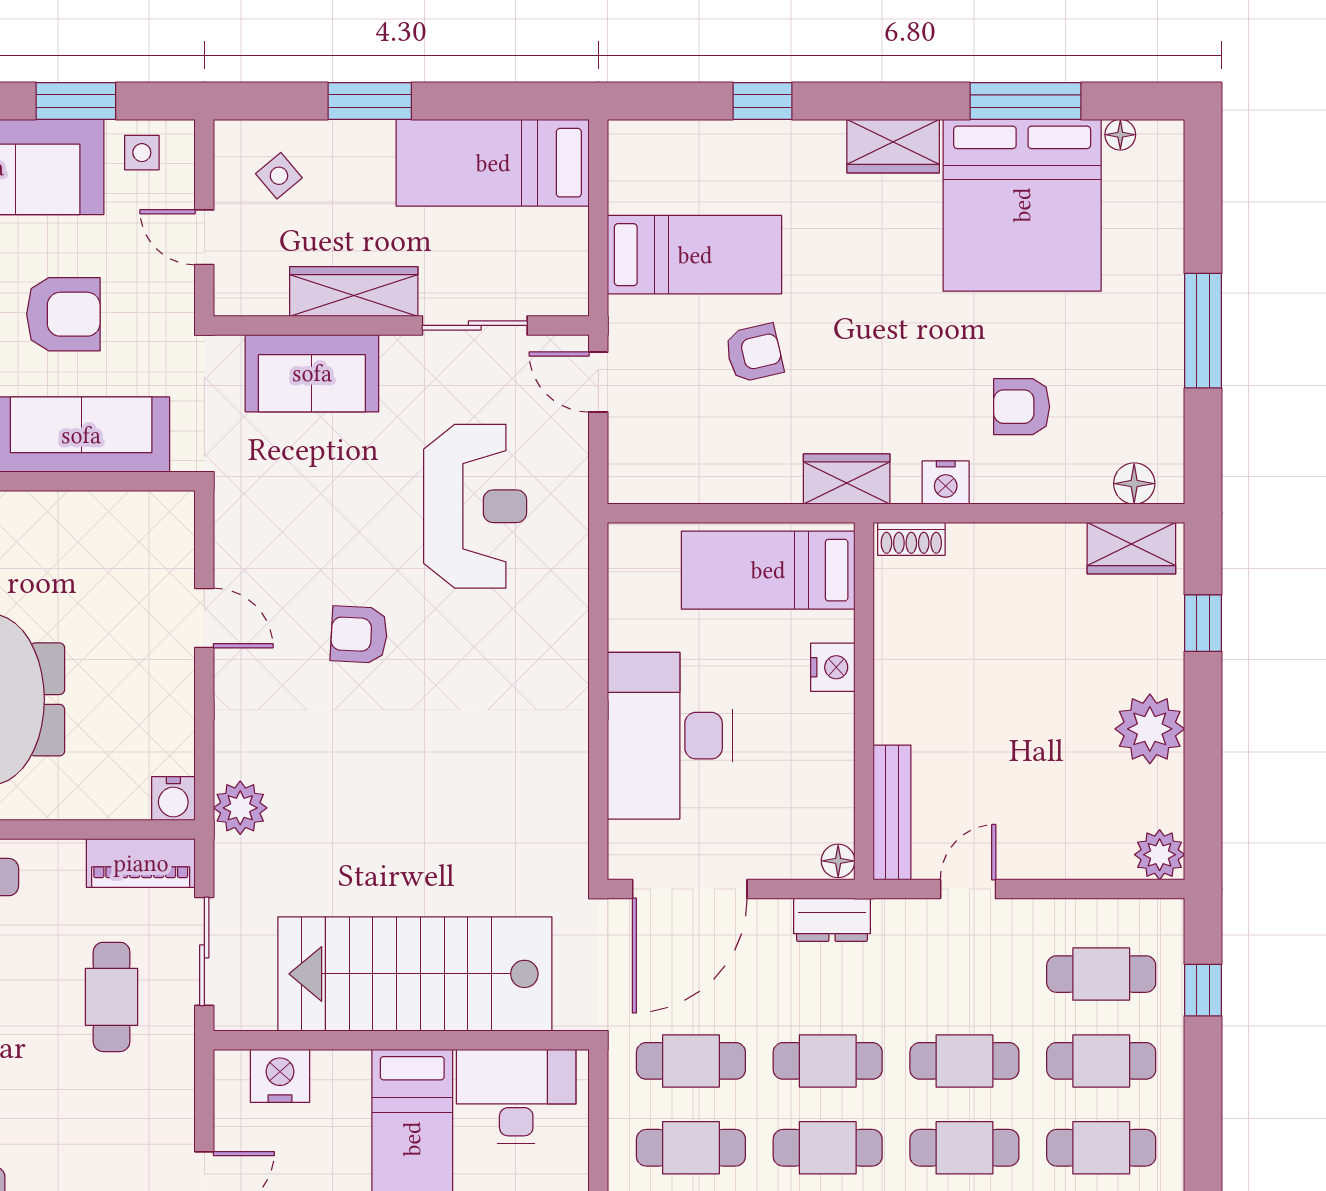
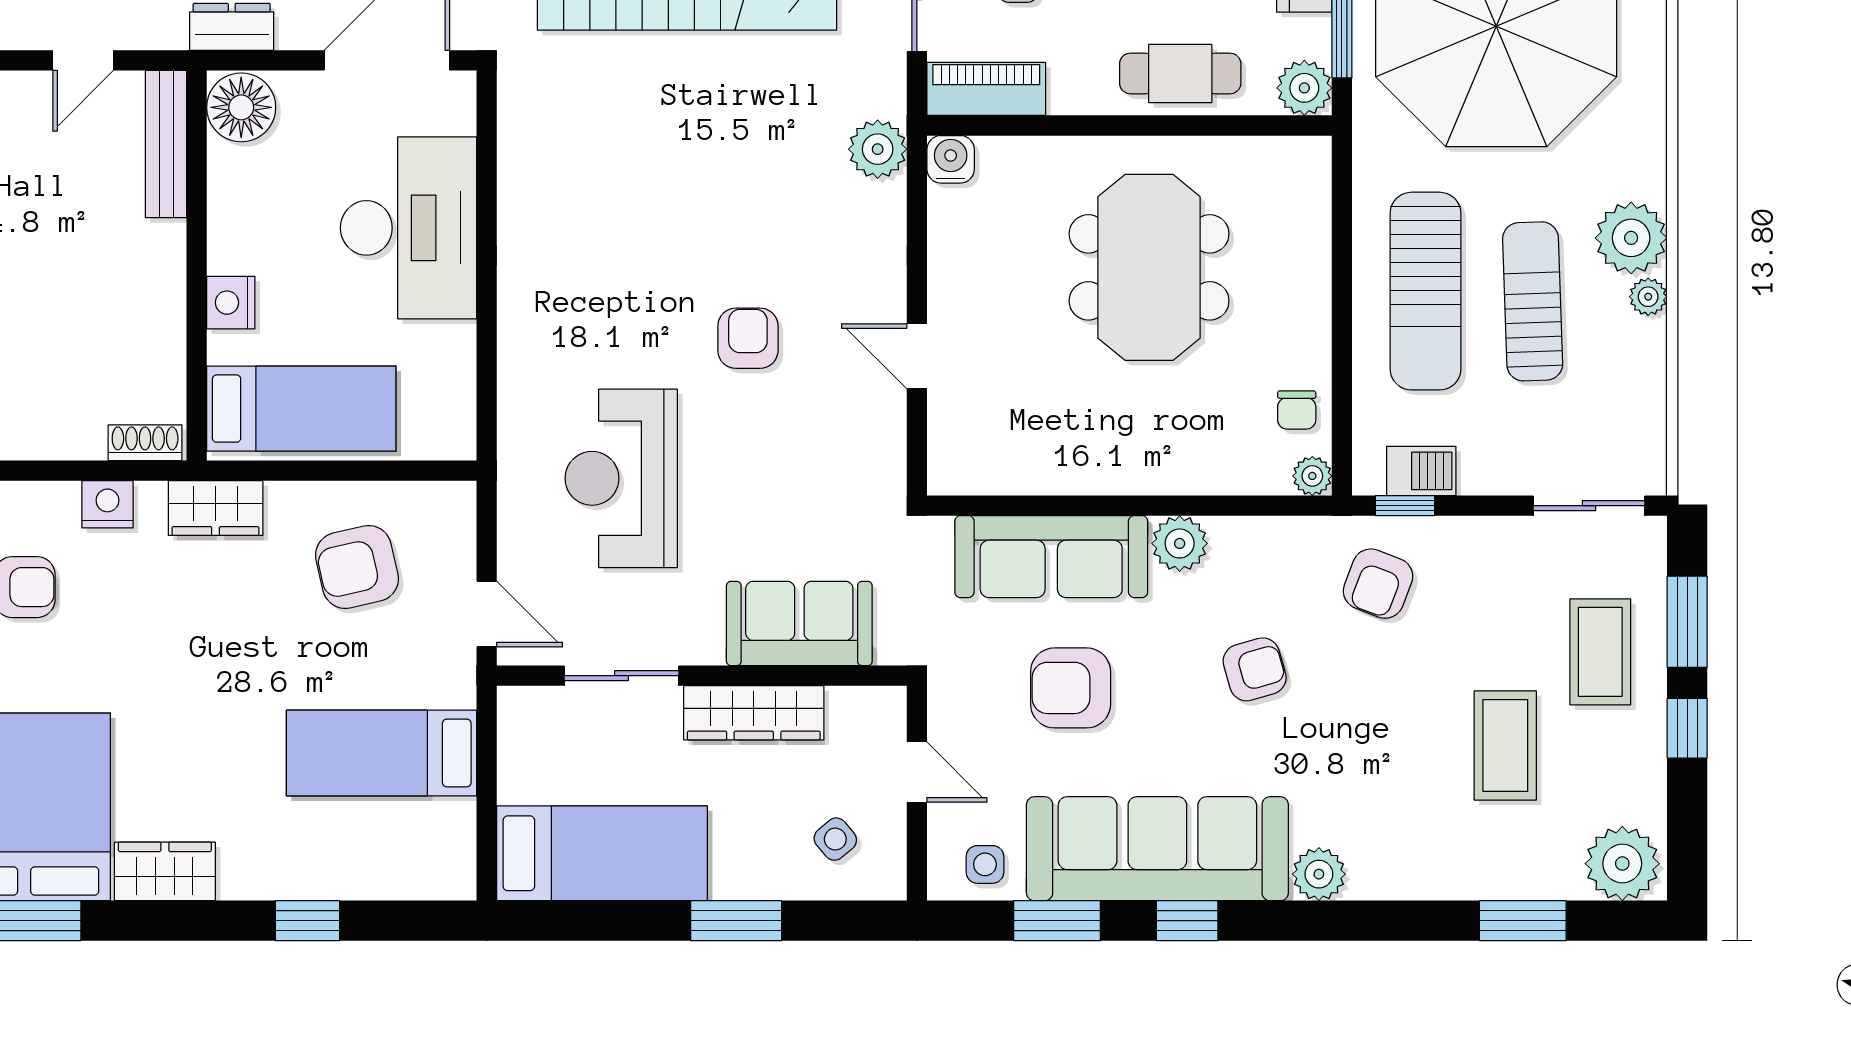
armchair: (754, 353) -> (357, 567), moved, width x1.38, depth x1.38
armchair: (359, 635) -> (748, 338), turned -93
floor lamp: (838, 861) -> (241, 107), width x1.89, depth x1.89

